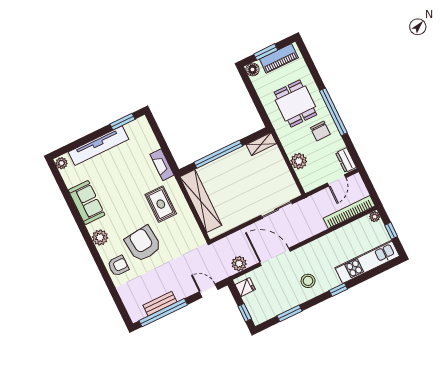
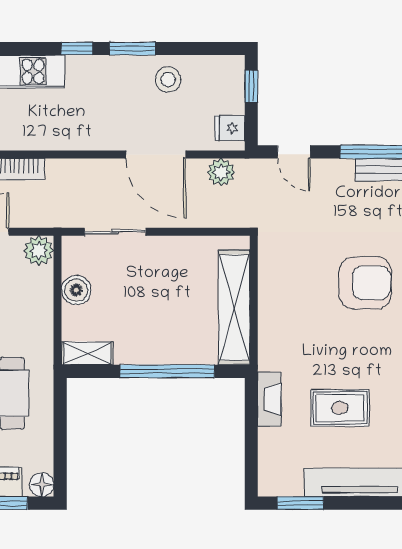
plant: (299, 161) -> (39, 251), moved
boiler: (282, 172) -> (76, 290), added
rug: (161, 204) -> (340, 408), moved, turned 90
armchair: (143, 244) -> (365, 283), turned -84
stool: (308, 281) -> (168, 80), moved
window: (290, 313) -> (132, 48), moved

